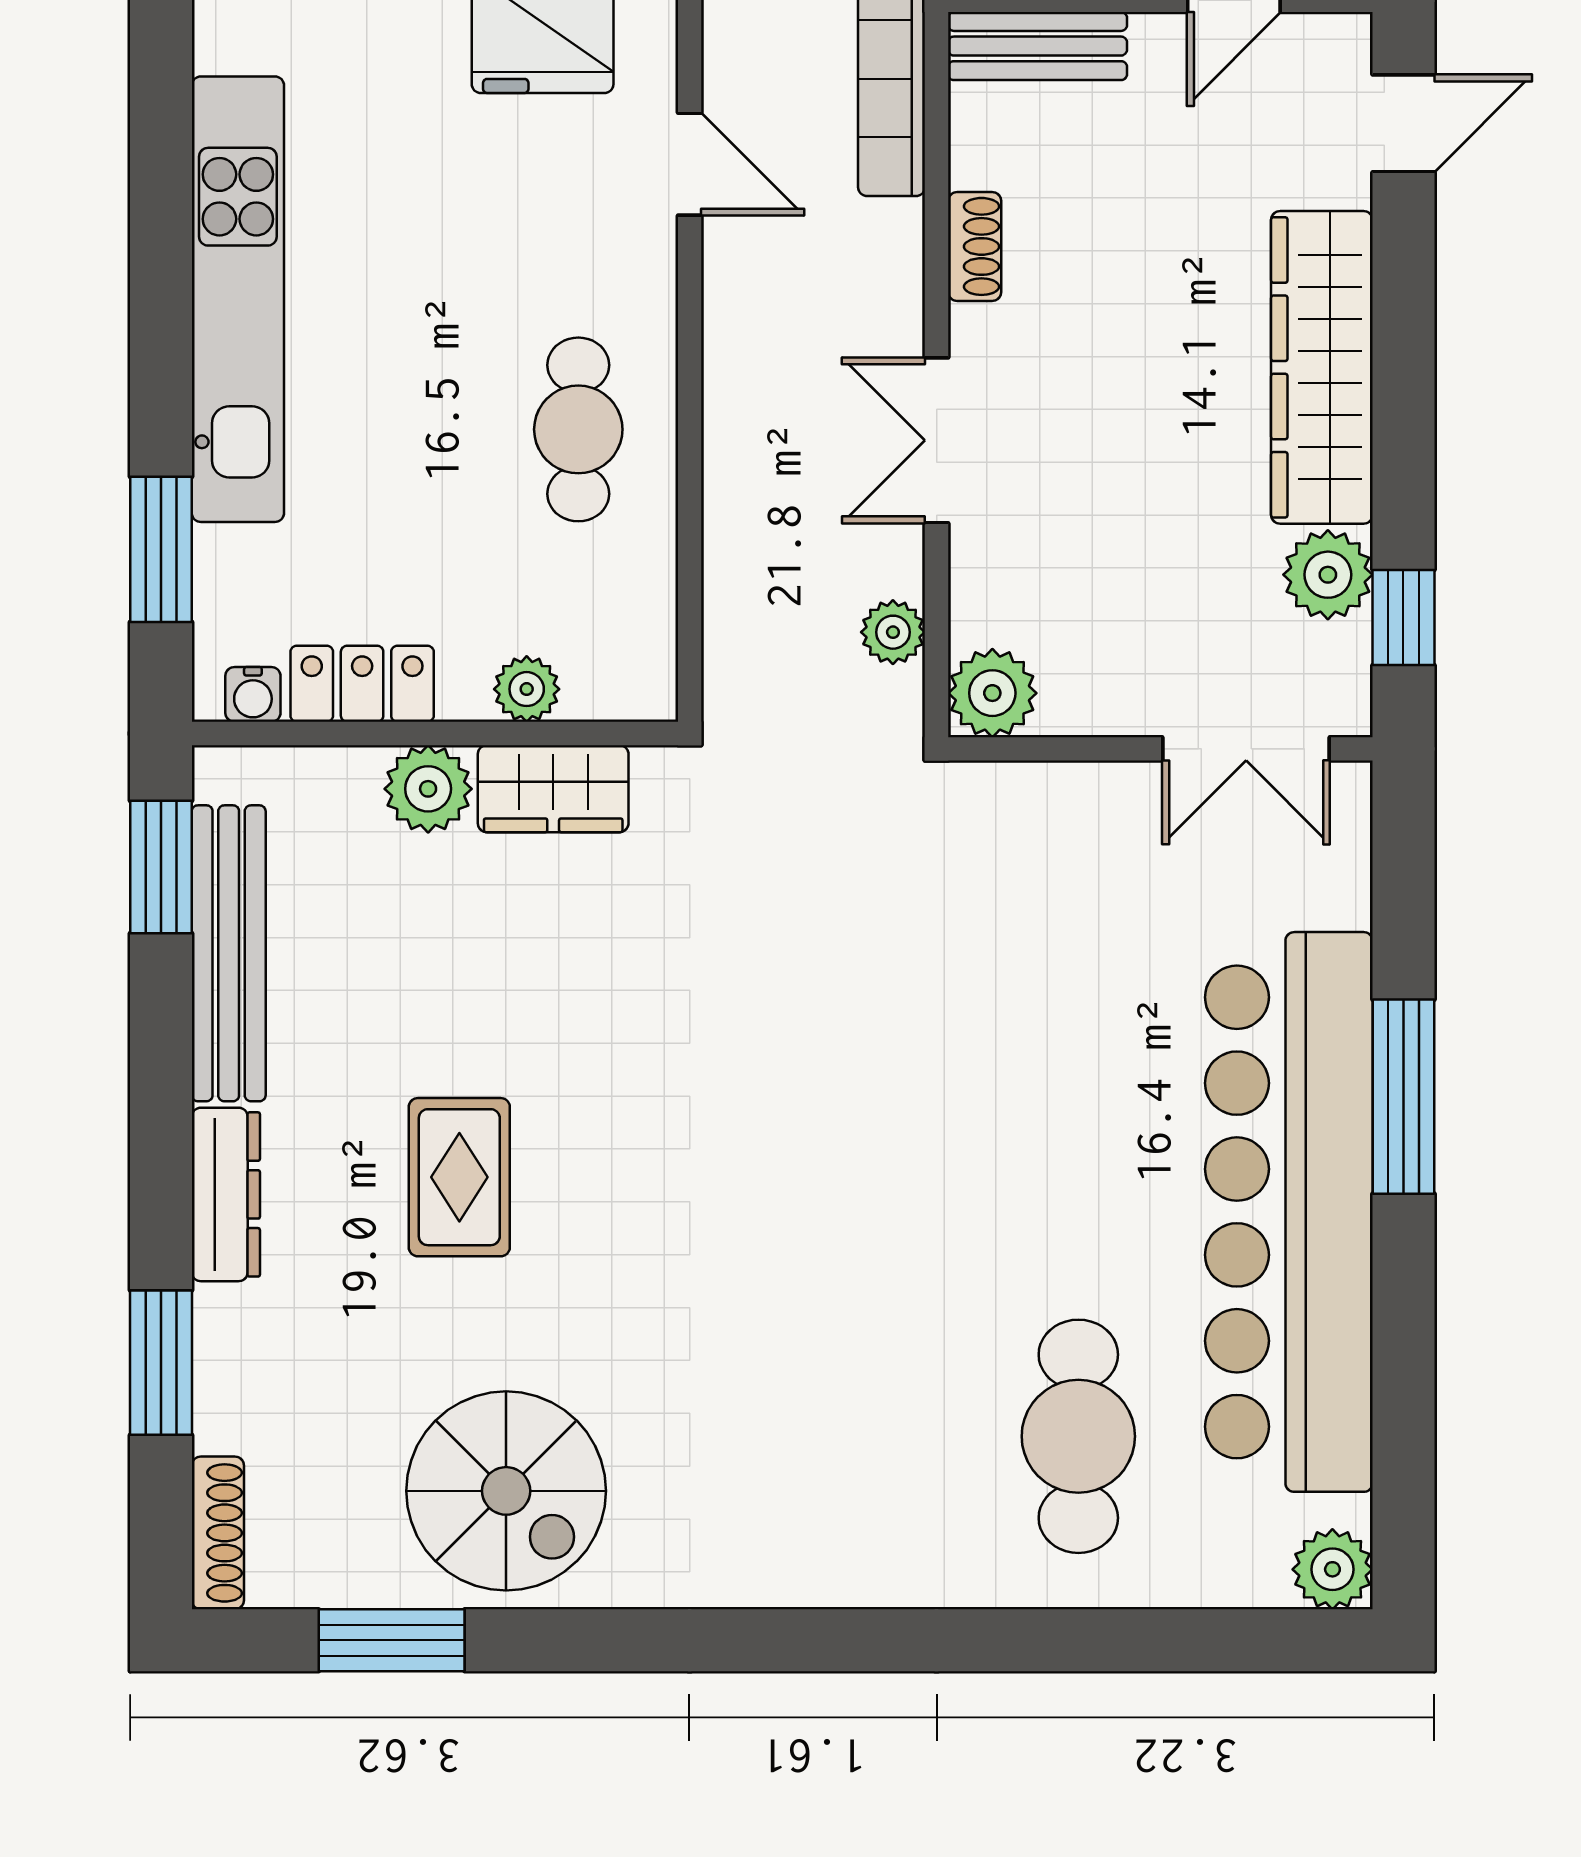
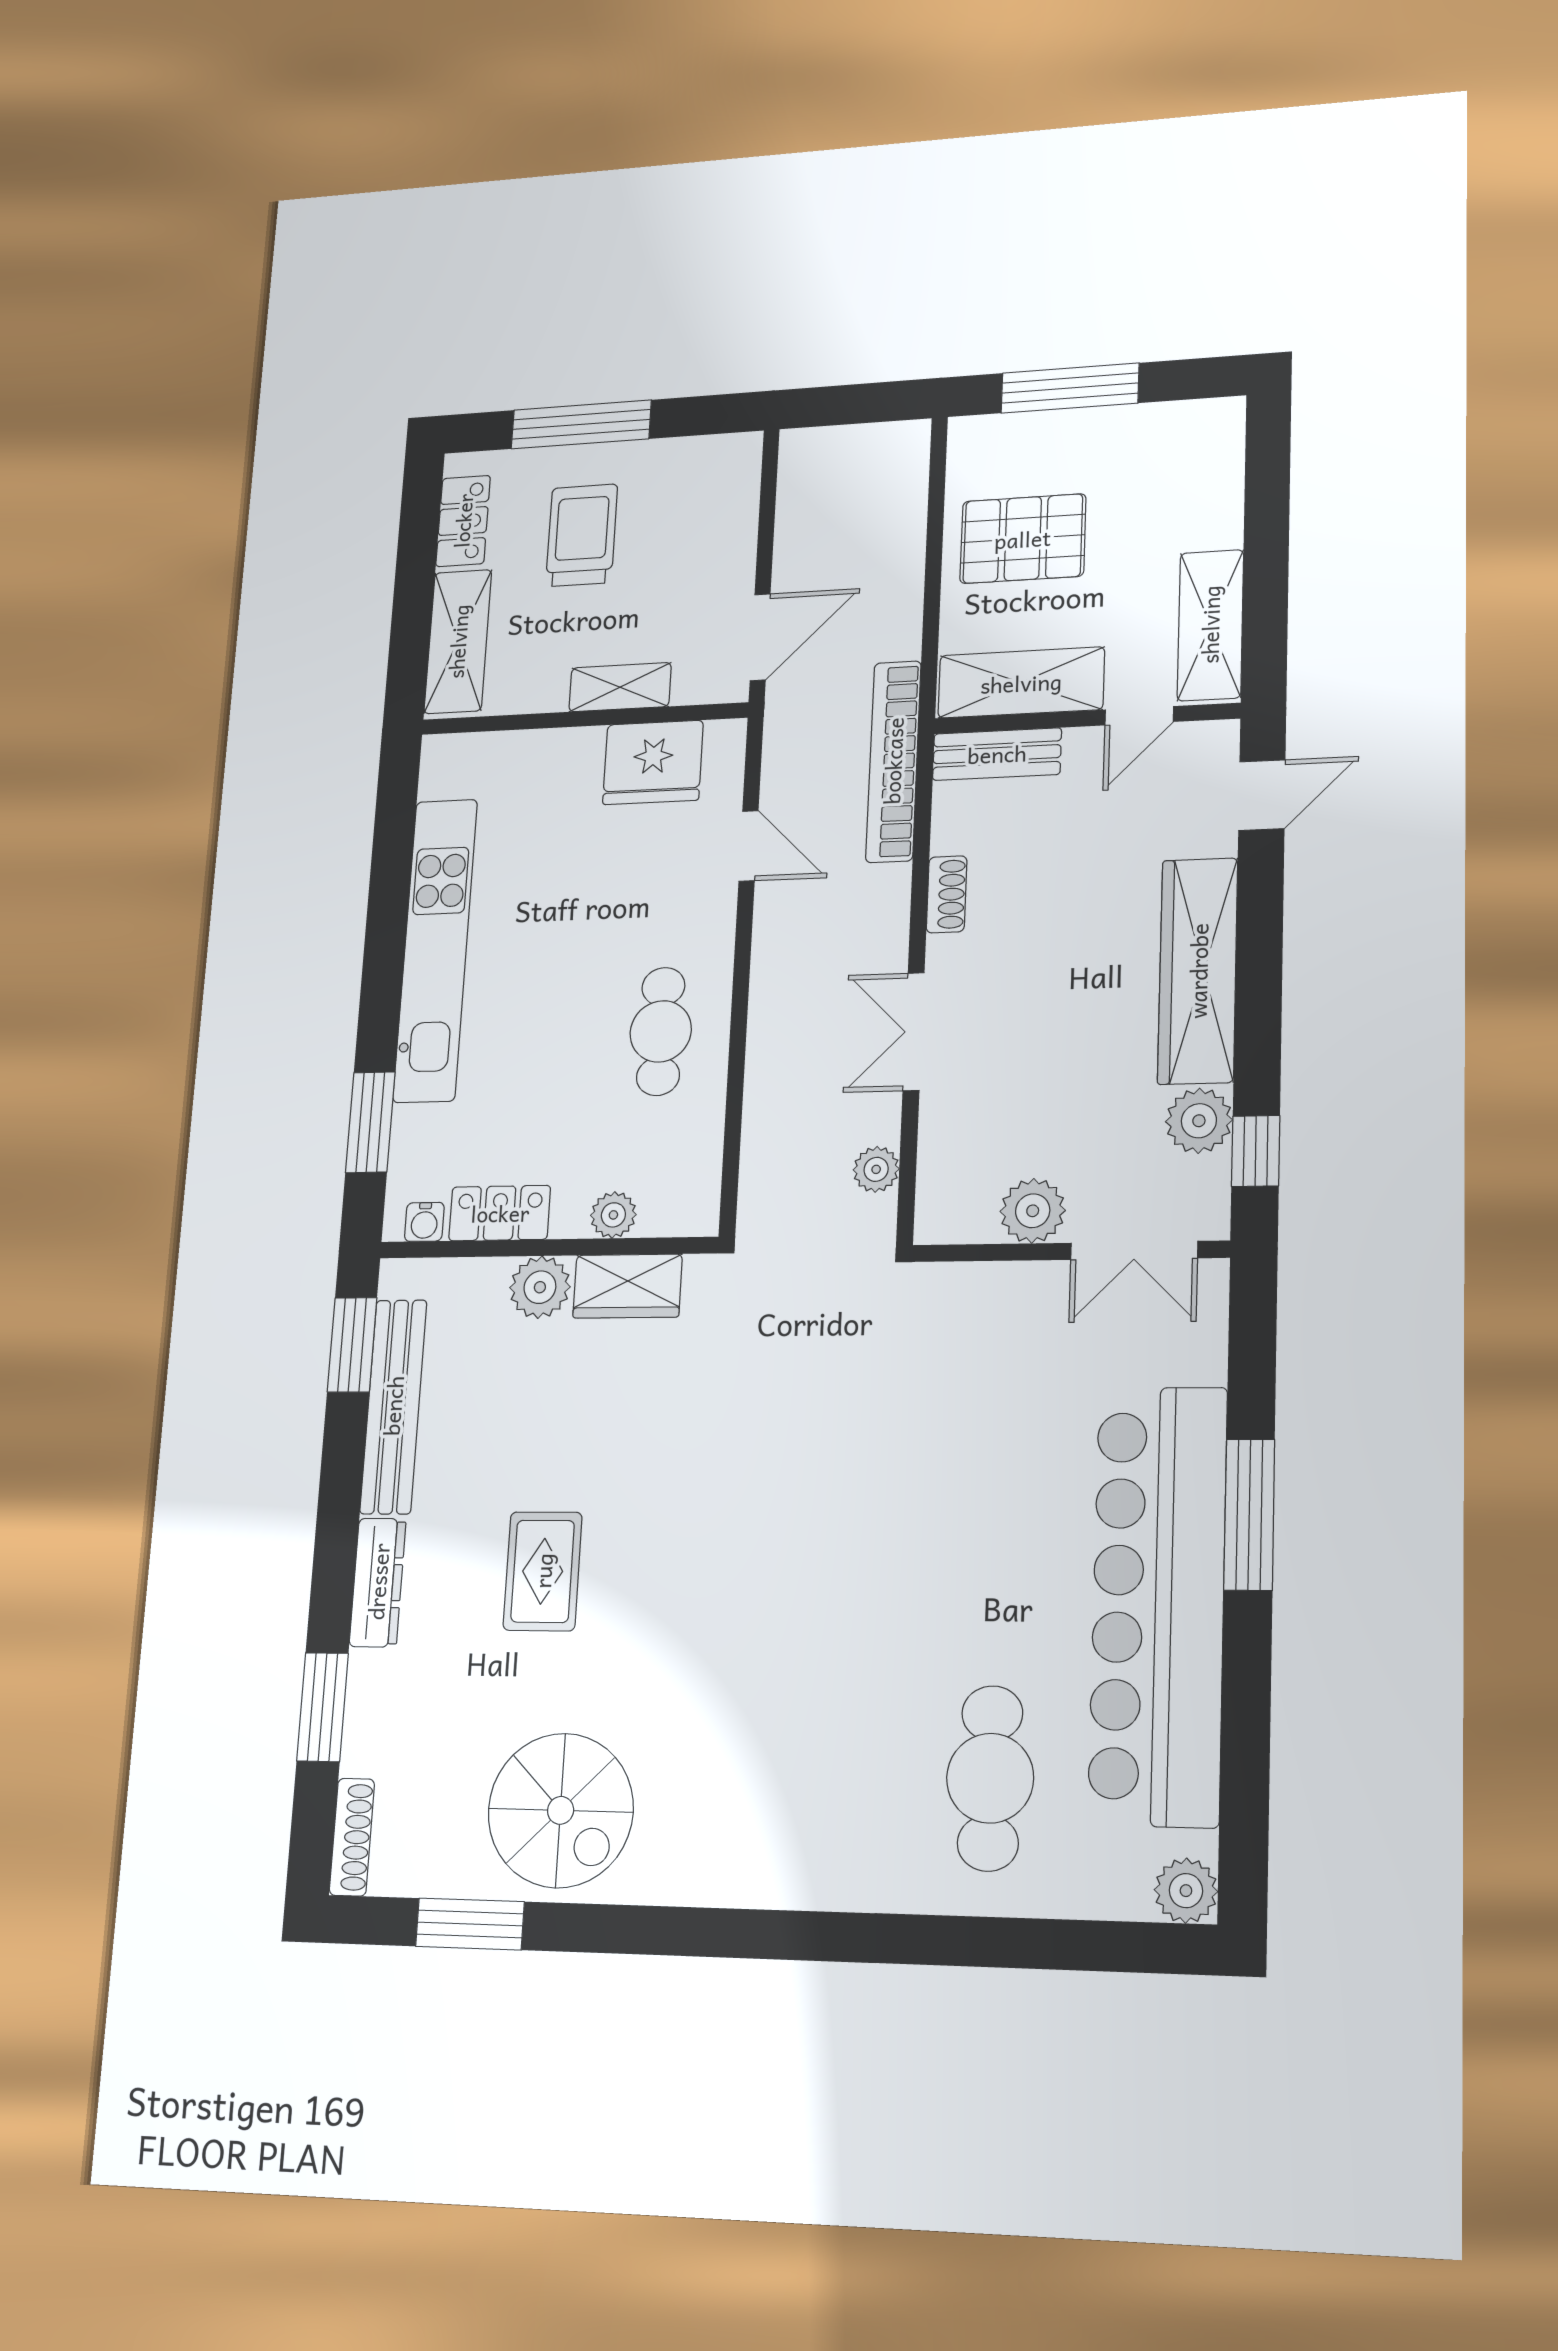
plant: (992, 693) -> (1033, 1211), moved

